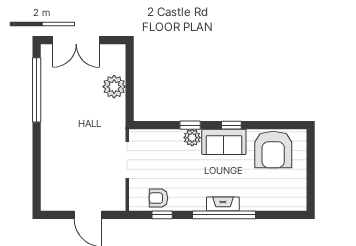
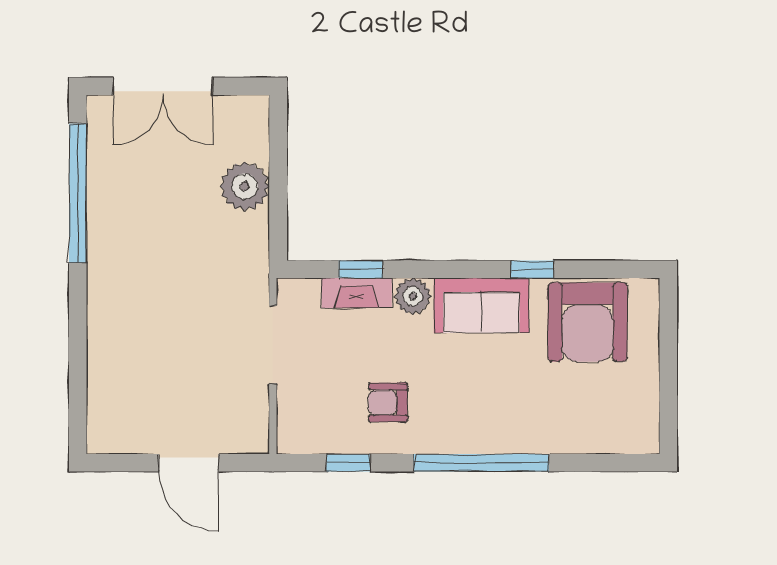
window: (190, 125) -> (361, 269), moved
window: (231, 125) -> (532, 269), moved
armchair: (158, 198) -> (388, 402), moved
fireplace: (223, 204) -> (357, 293), moved, turned 180

